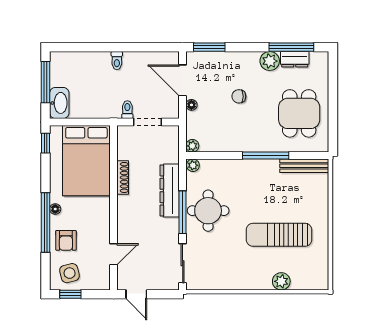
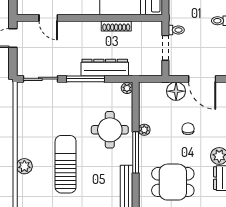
door: (183, 80) -> (202, 79), swing flipped
floor lamp: (191, 105) -> (176, 91), width x1.89, depth x1.89
plant: (192, 146) -> (144, 130), moved
round table: (208, 211) -> (110, 130), moved

